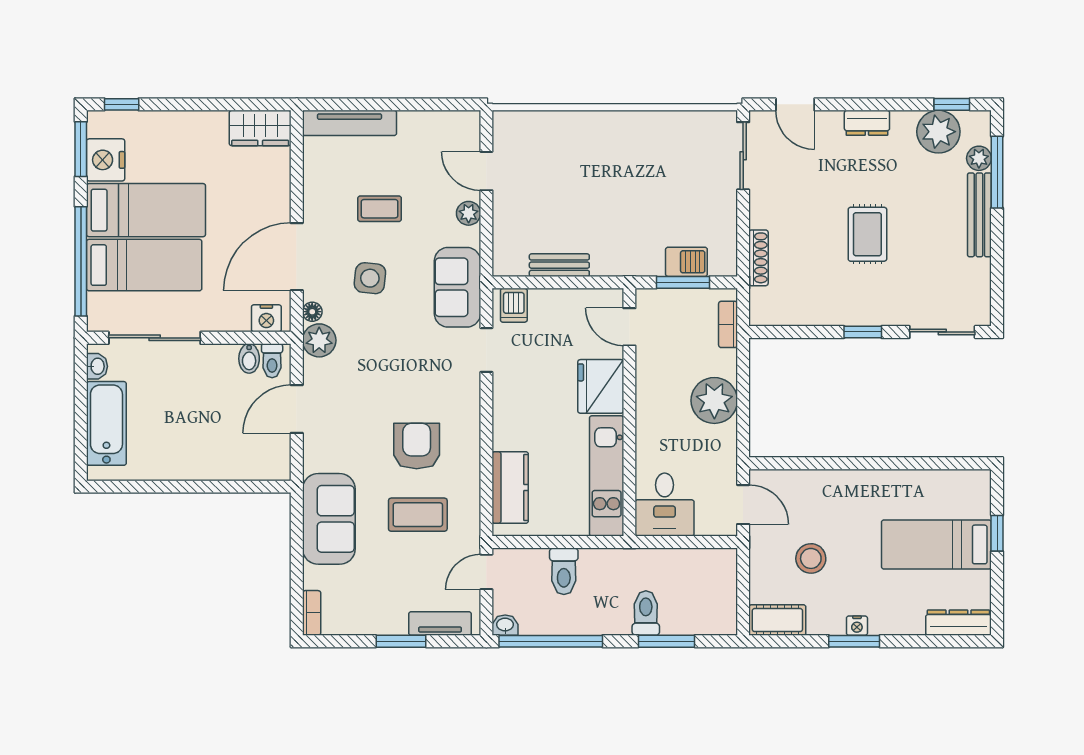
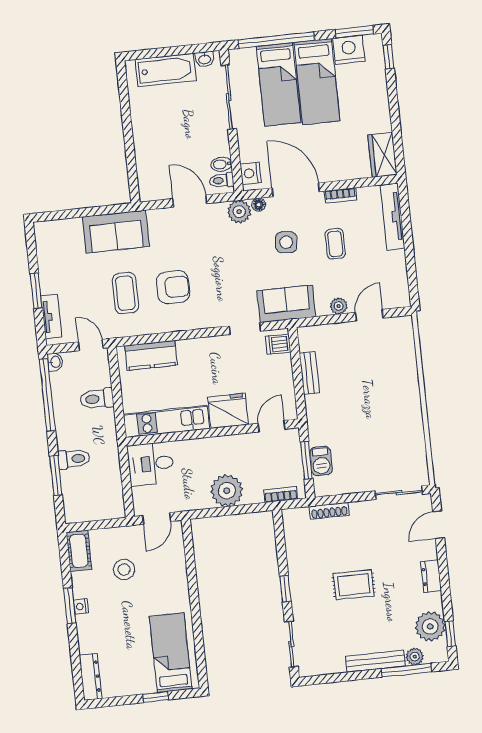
bed: (936, 544) -> (171, 653), moved
bookcase: (312, 613) -> (340, 195), moved

